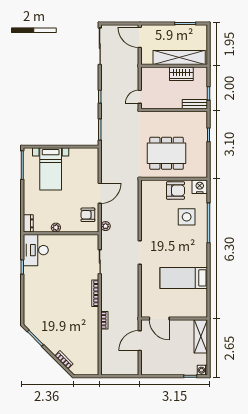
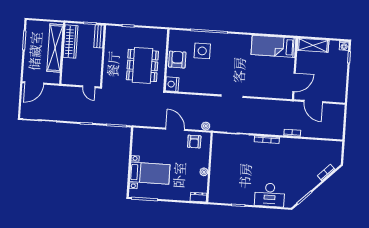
wardrobe: (181, 74) -> (70, 42), width x1.50
nightstand: (200, 187) -> (172, 84), moved
desk: (36, 250) -> (270, 195), moved
bed: (184, 278) -> (274, 46), moved, turned 90

